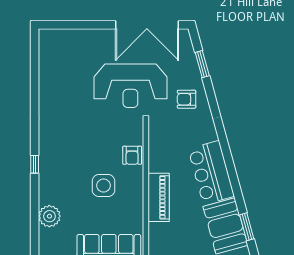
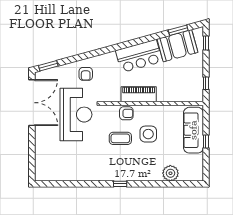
window: (202, 64) -> (48, 66), moved
coffee table: (98, 147) -> (120, 138), added
window: (35, 164) -> (120, 184), moved
piano: (159, 197) -> (139, 94), moved

